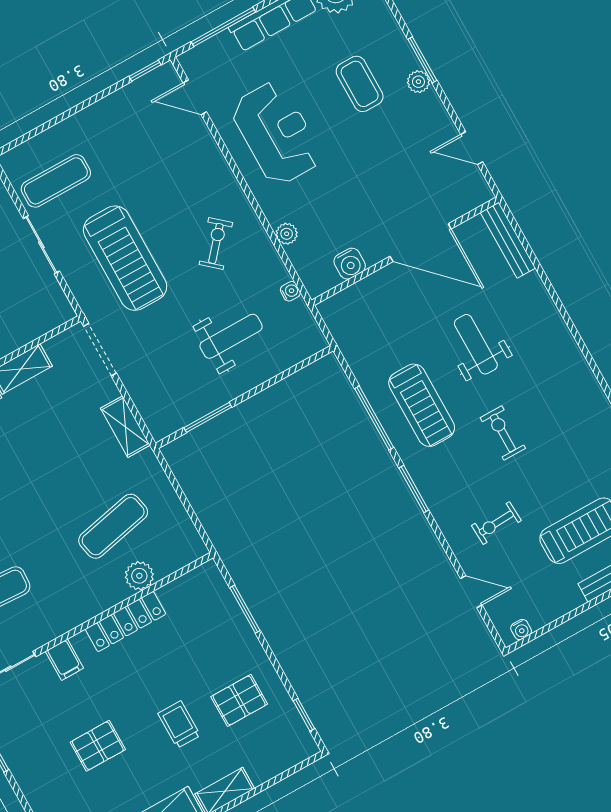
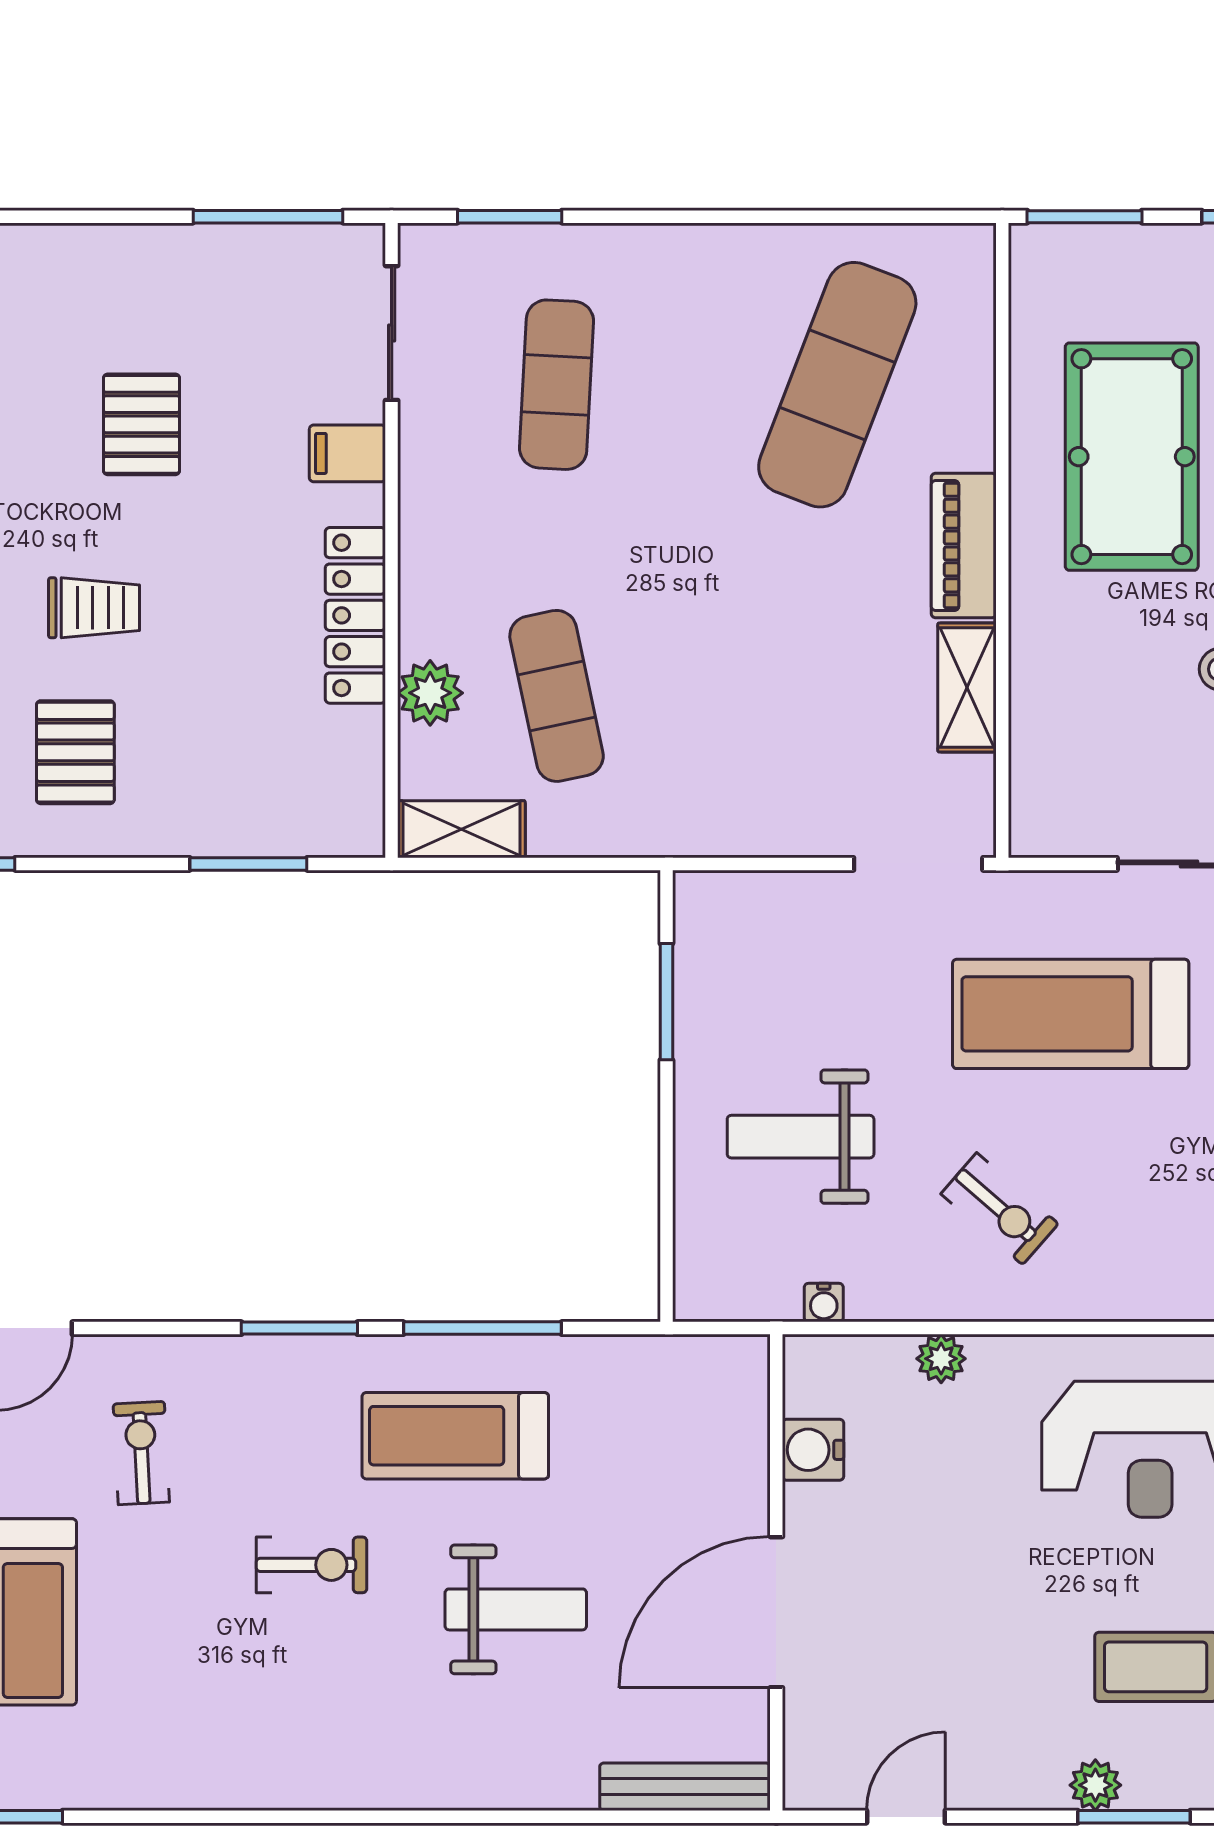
weight bench: (231, 336) -> (801, 1137), turned 90
shelving: (125, 427) -> (461, 829), moved

